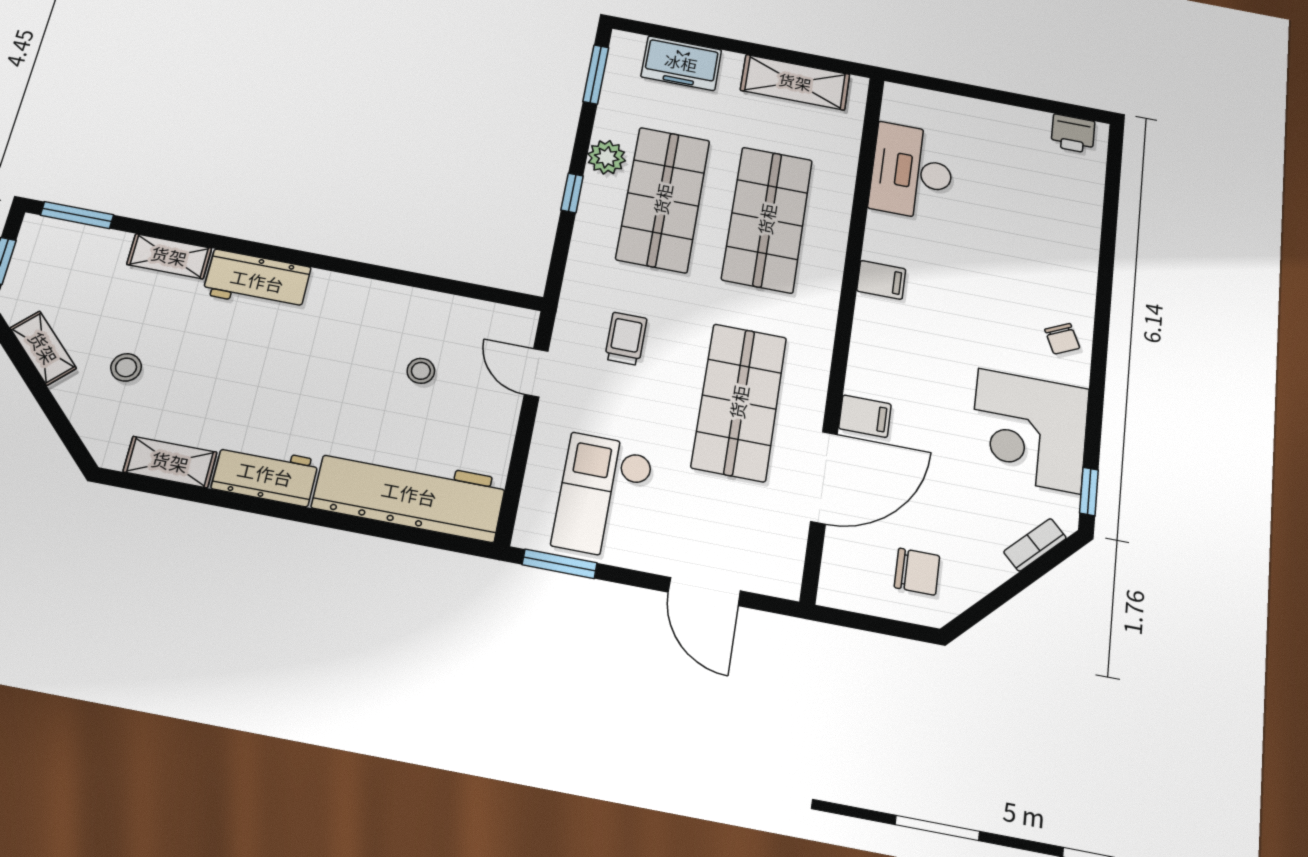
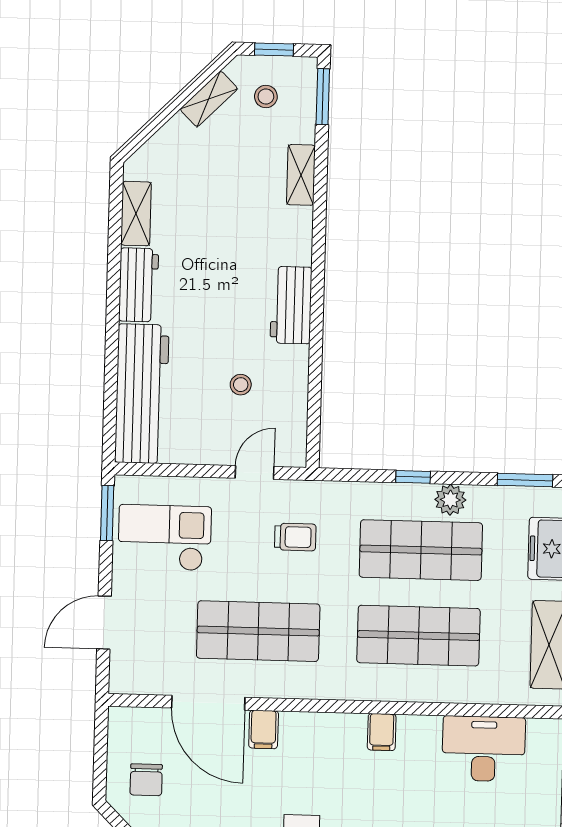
workbench: (257, 281) -> (291, 305), moved
stool: (126, 367) -> (266, 96), moved

